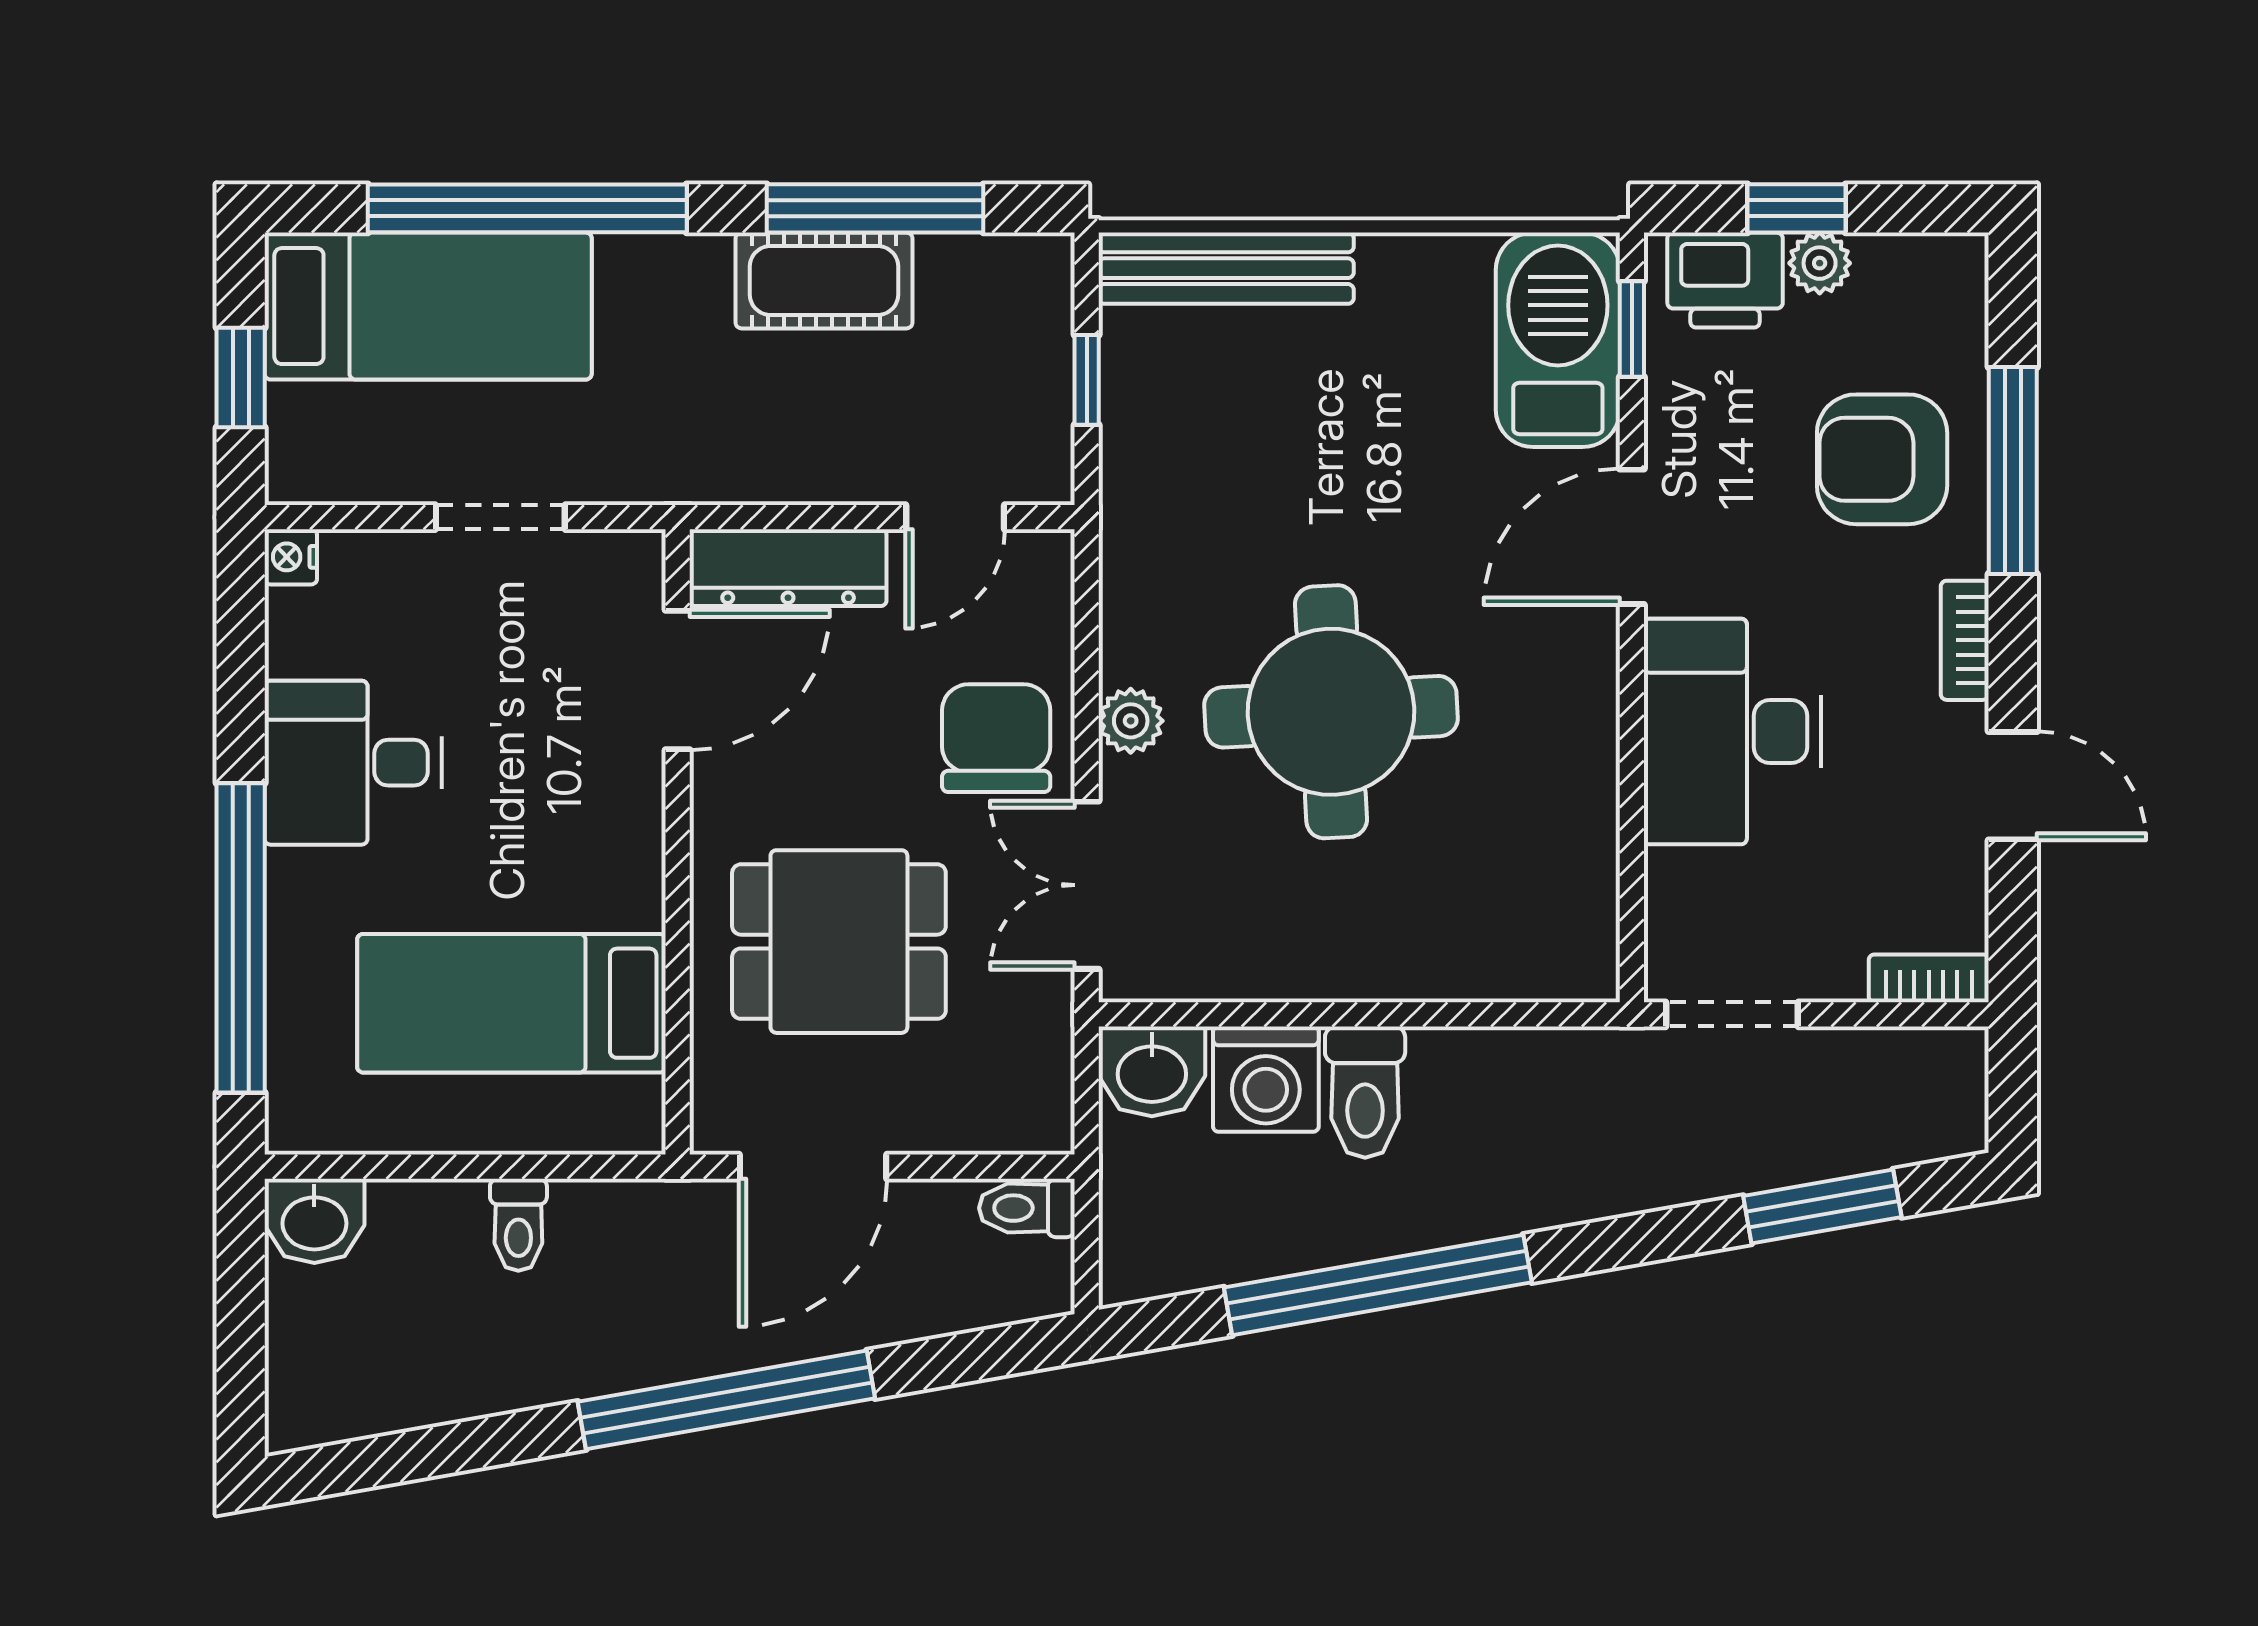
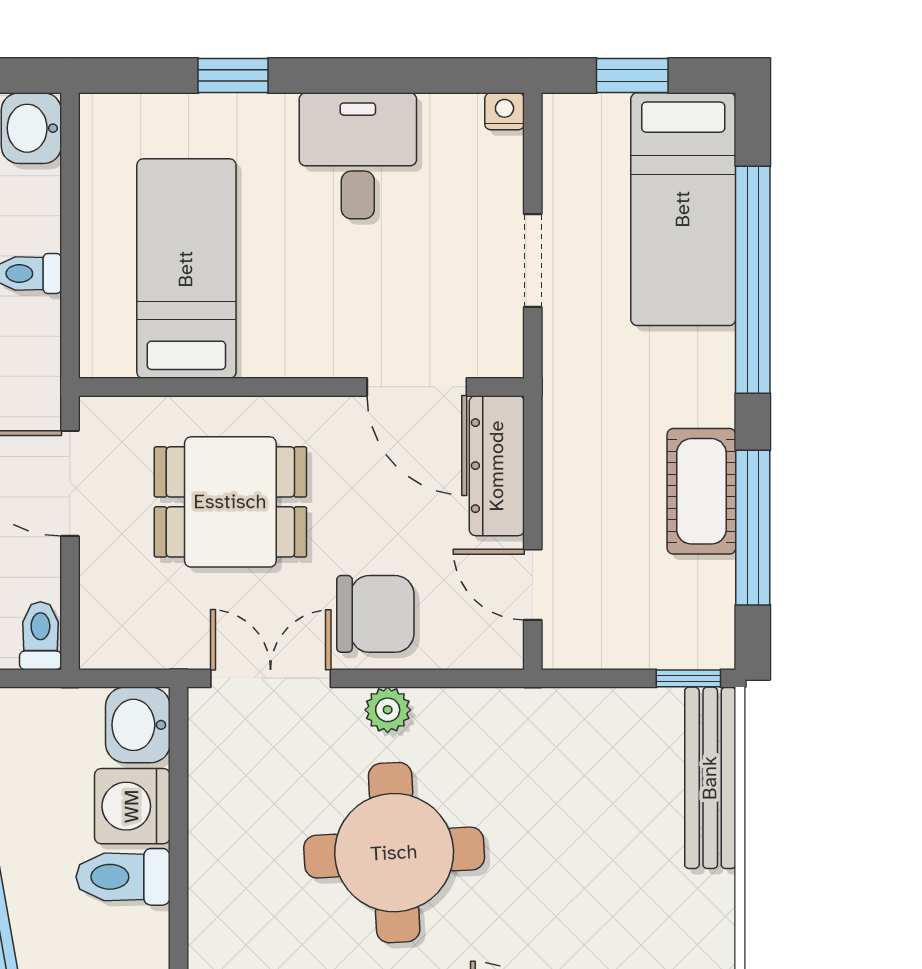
window: (1087, 380) -> (688, 678), moved
window: (241, 938) -> (233, 76), width x0.32
dining table: (839, 942) -> (230, 502), turned 90

